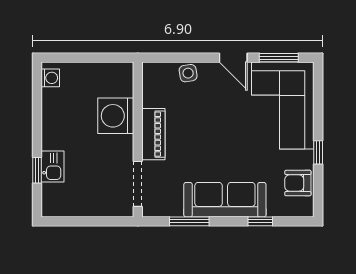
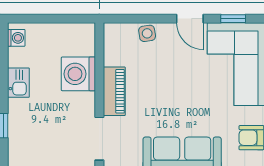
window: (279, 58) -> (233, 19), width x0.67
kitchen sink: (53, 166) -> (18, 83), moved

